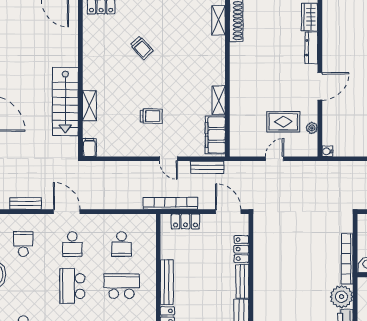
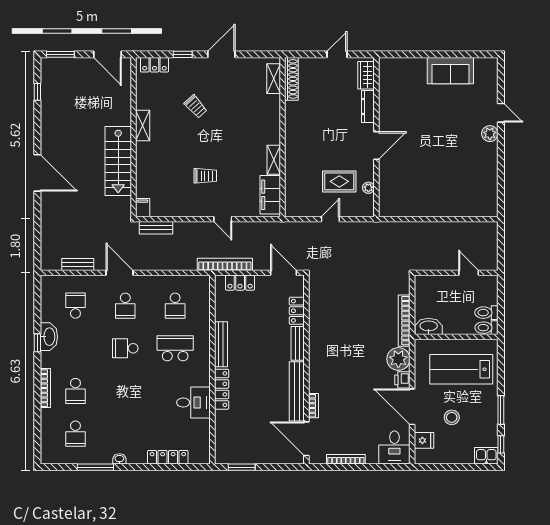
shelving: (89, 106) -> (143, 125), moved
water cooler: (327, 151) -> (384, 212), removed
bench: (207, 167) -> (156, 228), moved
school desk: (72, 286) -> (125, 348), width x0.54

